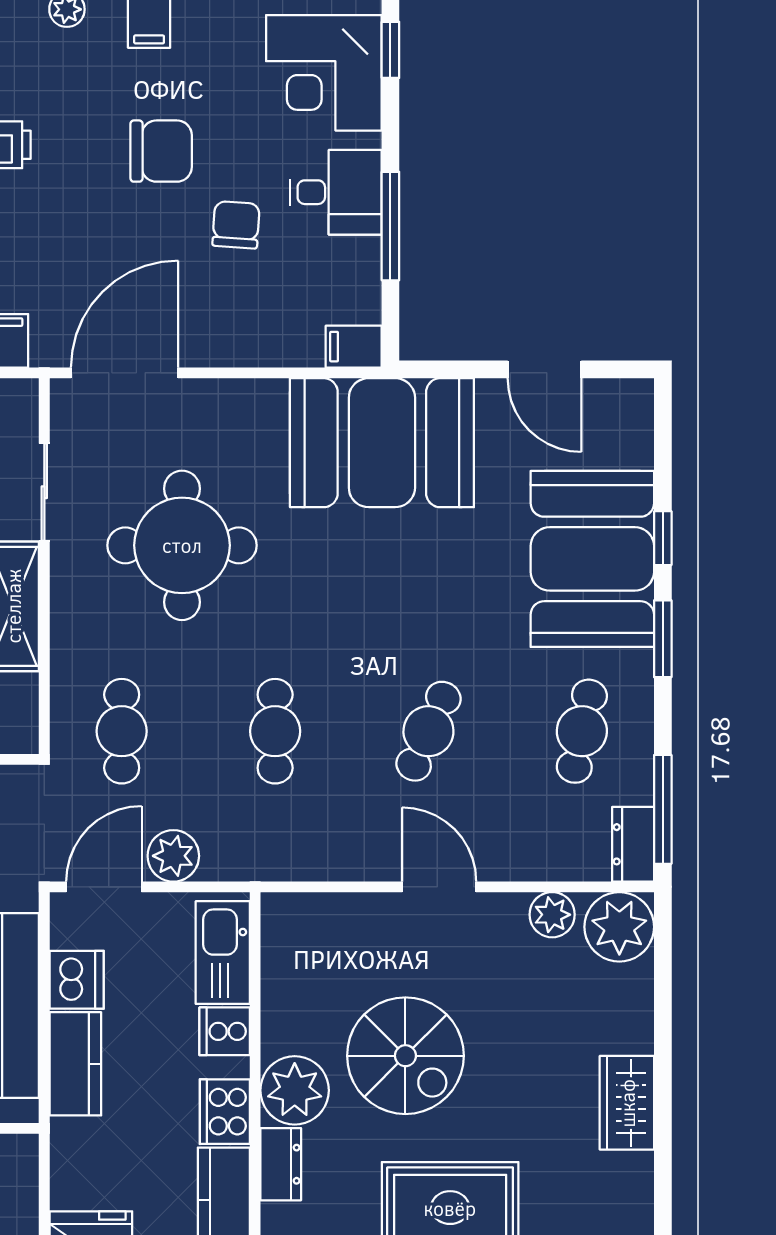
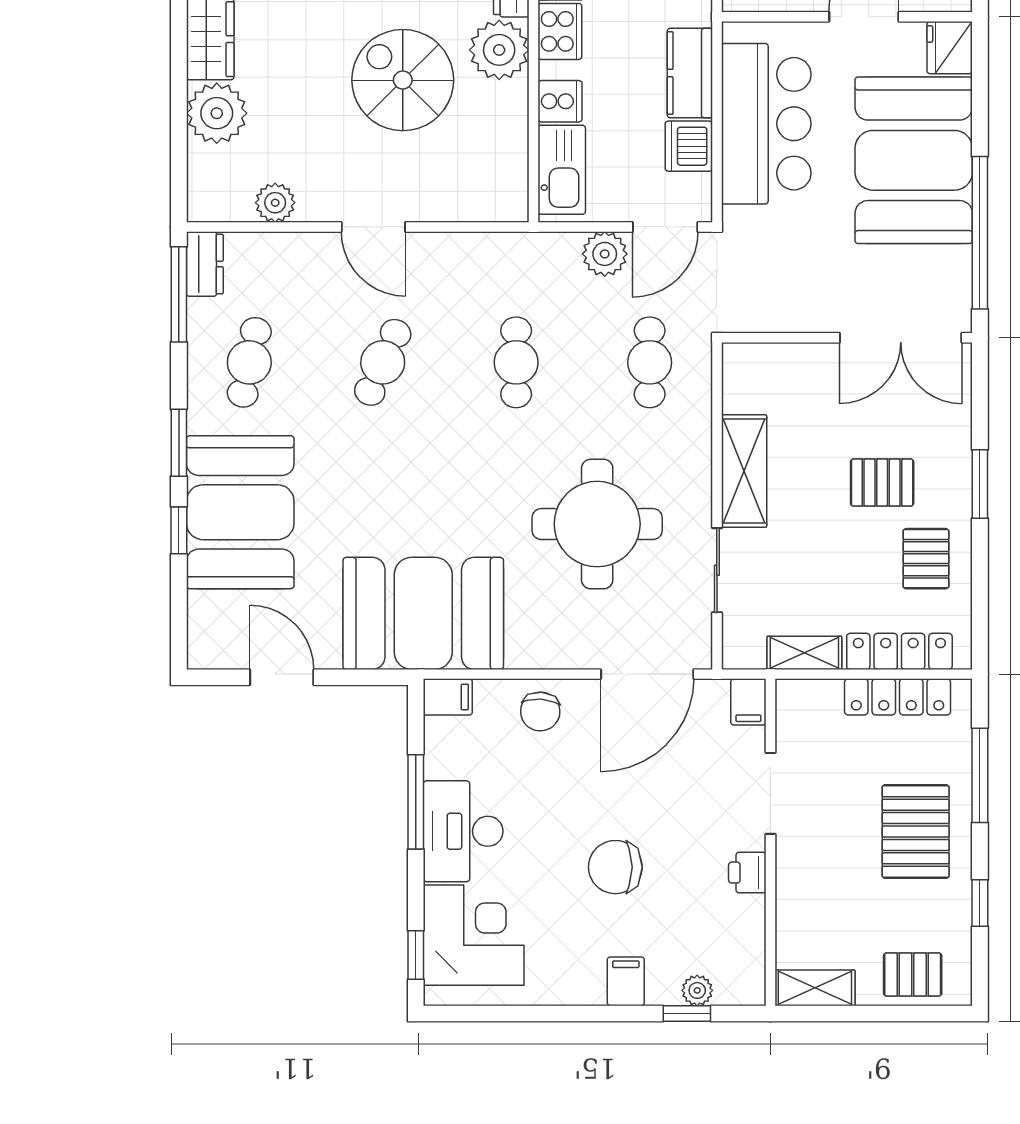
desk: (336, 192) -> (463, 831), width x1.37
chair: (236, 225) -> (540, 711), moved
plant: (619, 927) -> (217, 113), moved

